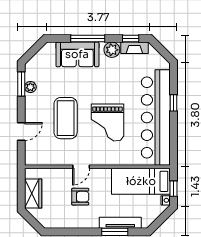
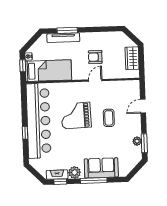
coffee table: (66, 118) -> (109, 118), width x0.54, depth x0.58
grand piano: (107, 123) -> (76, 116), turned -92

